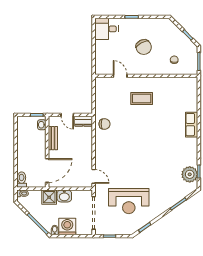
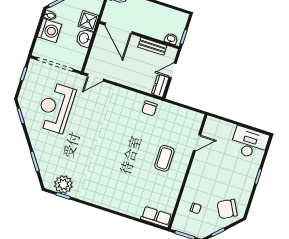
desk: (106, 29) -> (249, 143), width x1.37
chair: (144, 47) -> (227, 209), moved
row of seats: (192, 125) -> (156, 217), moved

